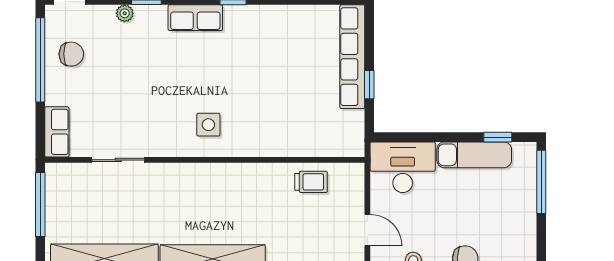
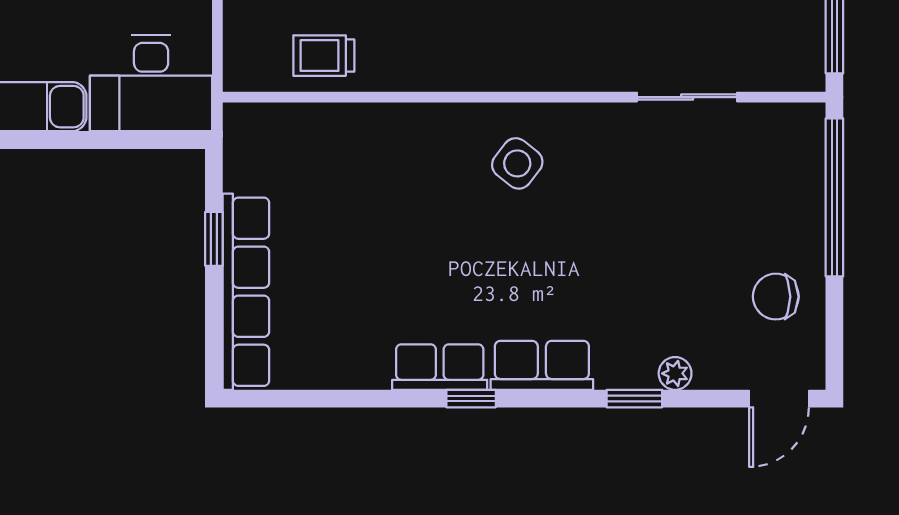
window: (40, 60) -> (834, 197), moved
side table: (208, 125) -> (517, 163), turned 38
row of seats: (57, 132) -> (440, 367), moved, turned 90

